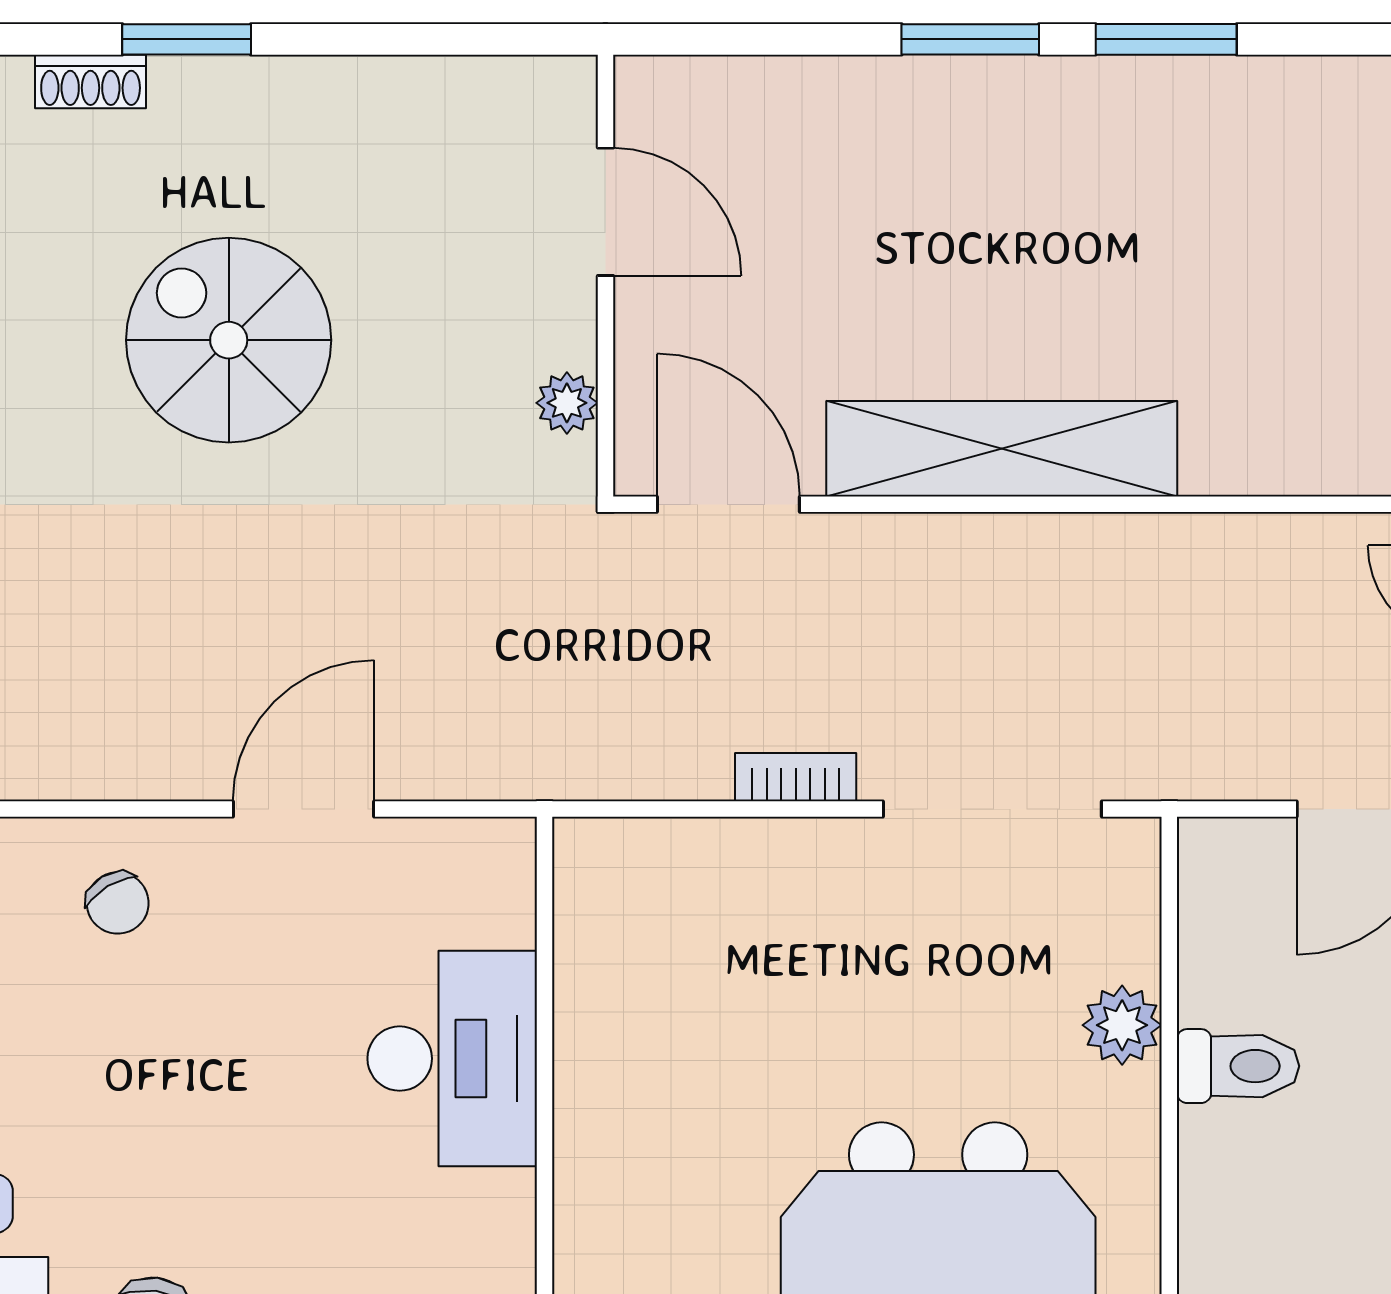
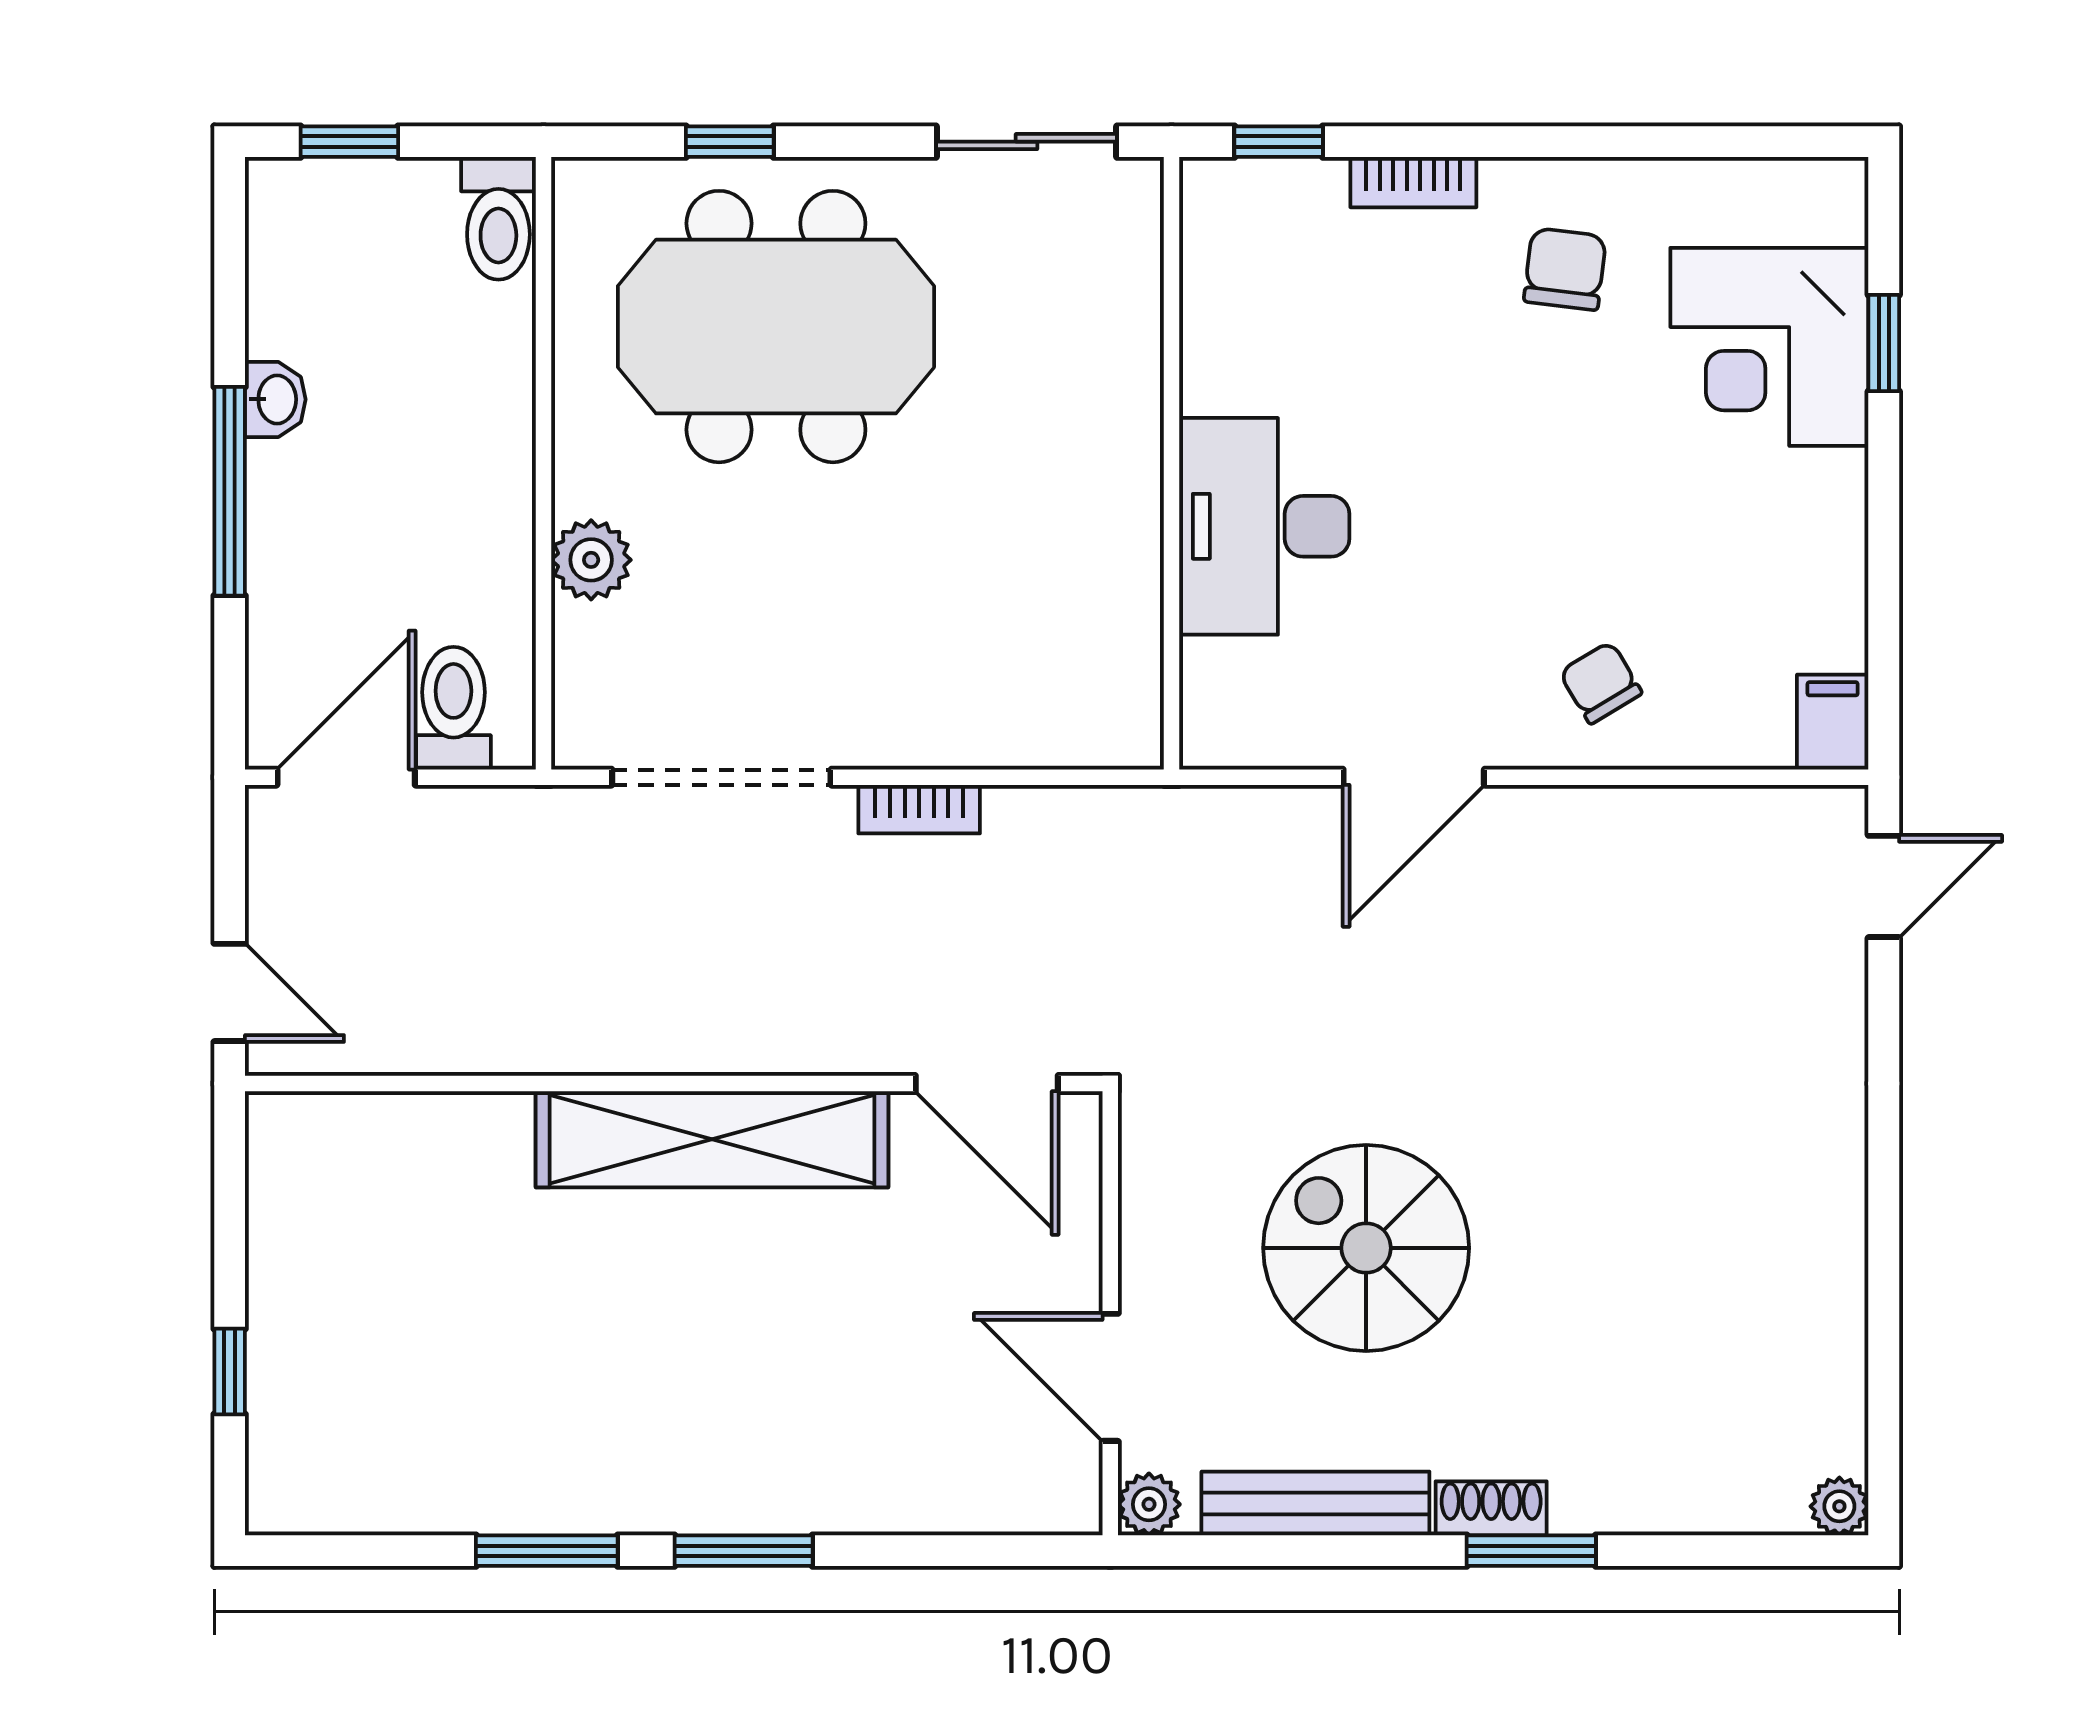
shoe rack: (91, 81) -> (1491, 1508), moved
bench: (401, 86) -> (1315, 1503), added
spiral stairs: (229, 340) -> (1366, 1248), moved, turned 180
plant: (567, 403) -> (1149, 1504), moved
toilet: (1238, 1066) -> (453, 708), moved, turned 90

